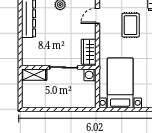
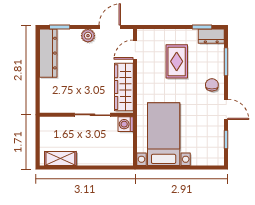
wardrobe: (89, 52) -> (124, 87), width x1.50
shelving: (34, 75) -> (60, 158), moved

